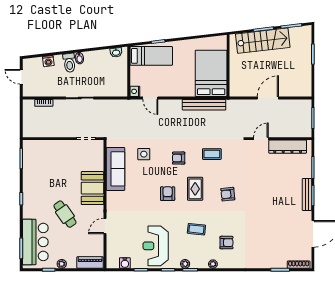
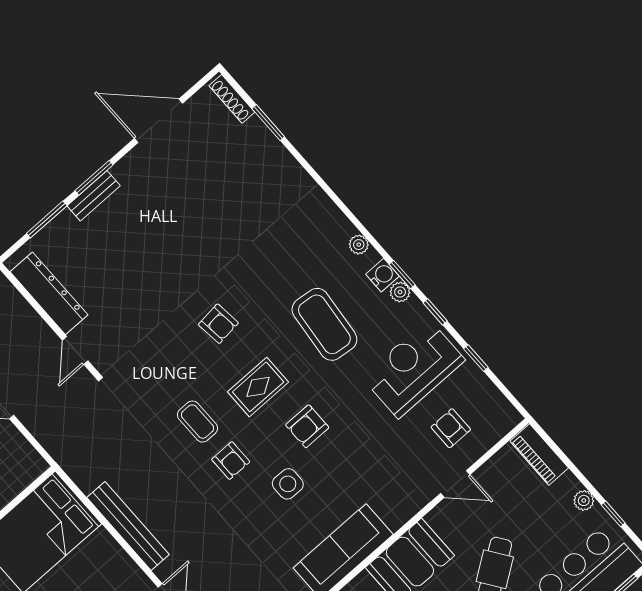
bench: (204, 105) -> (128, 526), moved
door: (261, 139) -> (75, 350), hinge flipped
side table: (144, 154) -> (288, 484), moved
coffee table: (212, 154) -> (197, 422), moved
bench: (307, 194) -> (94, 196), width x0.73
coffee table: (196, 229) -> (324, 324), width x1.86, depth x1.72
armchair: (226, 243) -> (451, 428), moved
reception desk: (156, 246) -> (413, 369), turned 180
water cooler: (125, 263) -> (383, 275), moved

